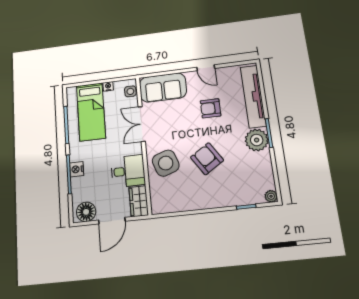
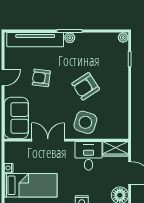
side table: (130, 91) -> (16, 148), removed
armchair: (211, 108) -> (41, 78), turned 97
double door: (142, 124) -> (48, 140), swing flipped
plant: (257, 140) -> (70, 38), width x0.53, depth x0.53
side table: (166, 163) -> (85, 122), turned 37

